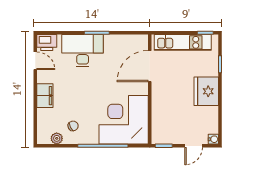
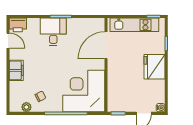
desk: (83, 51) -> (53, 32), width x0.73

